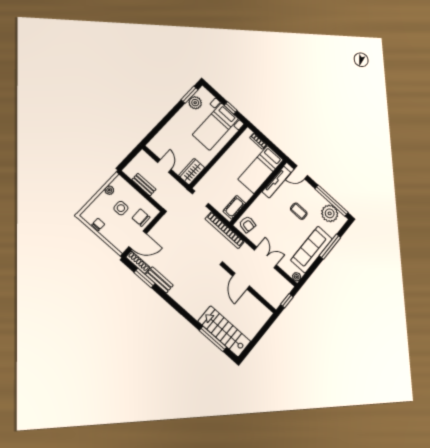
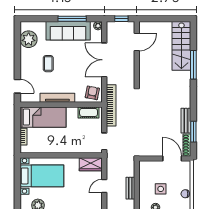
window: (231, 108) -> (17, 177), removed
tv unit: (277, 182) -> (57, 98), moved
window: (332, 201) -> (17, 46), removed
chair: (141, 218) -> (155, 170), removed
window: (330, 247) -> (72, 19), moved
double door: (265, 257) -> (104, 60), width x1.37
door: (241, 281) -> (137, 42), moved
window: (213, 339) -> (193, 65), moved

